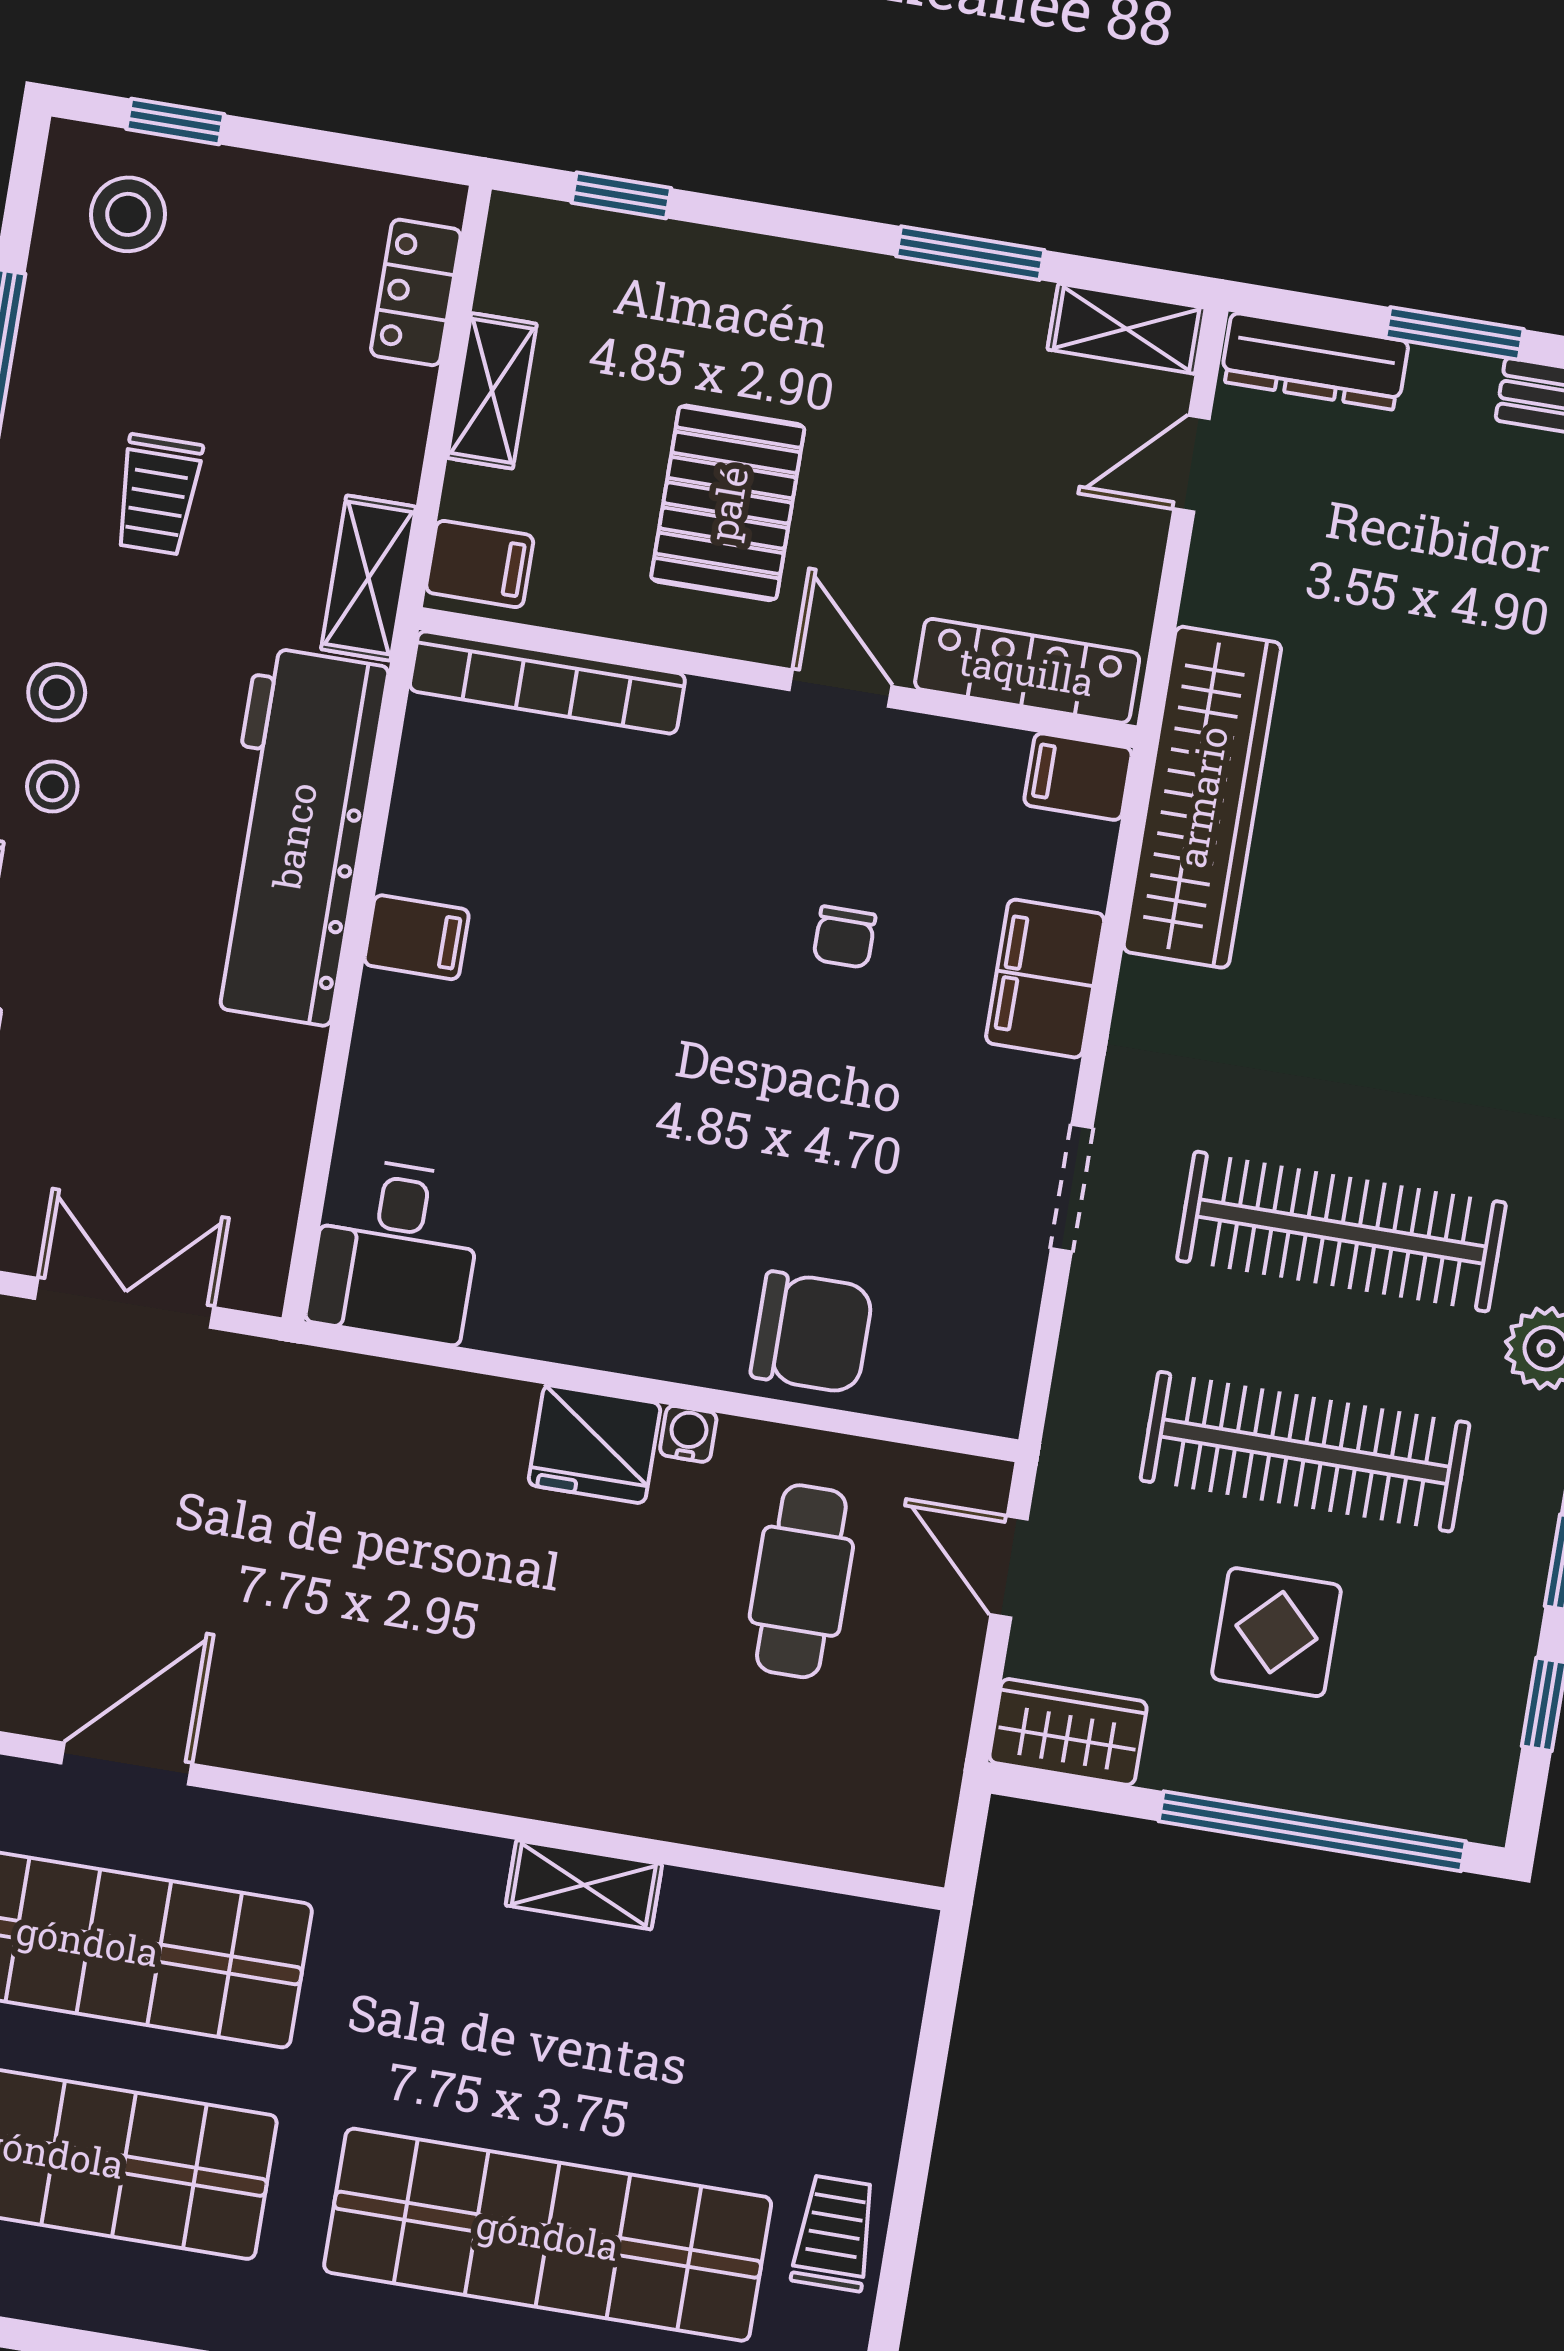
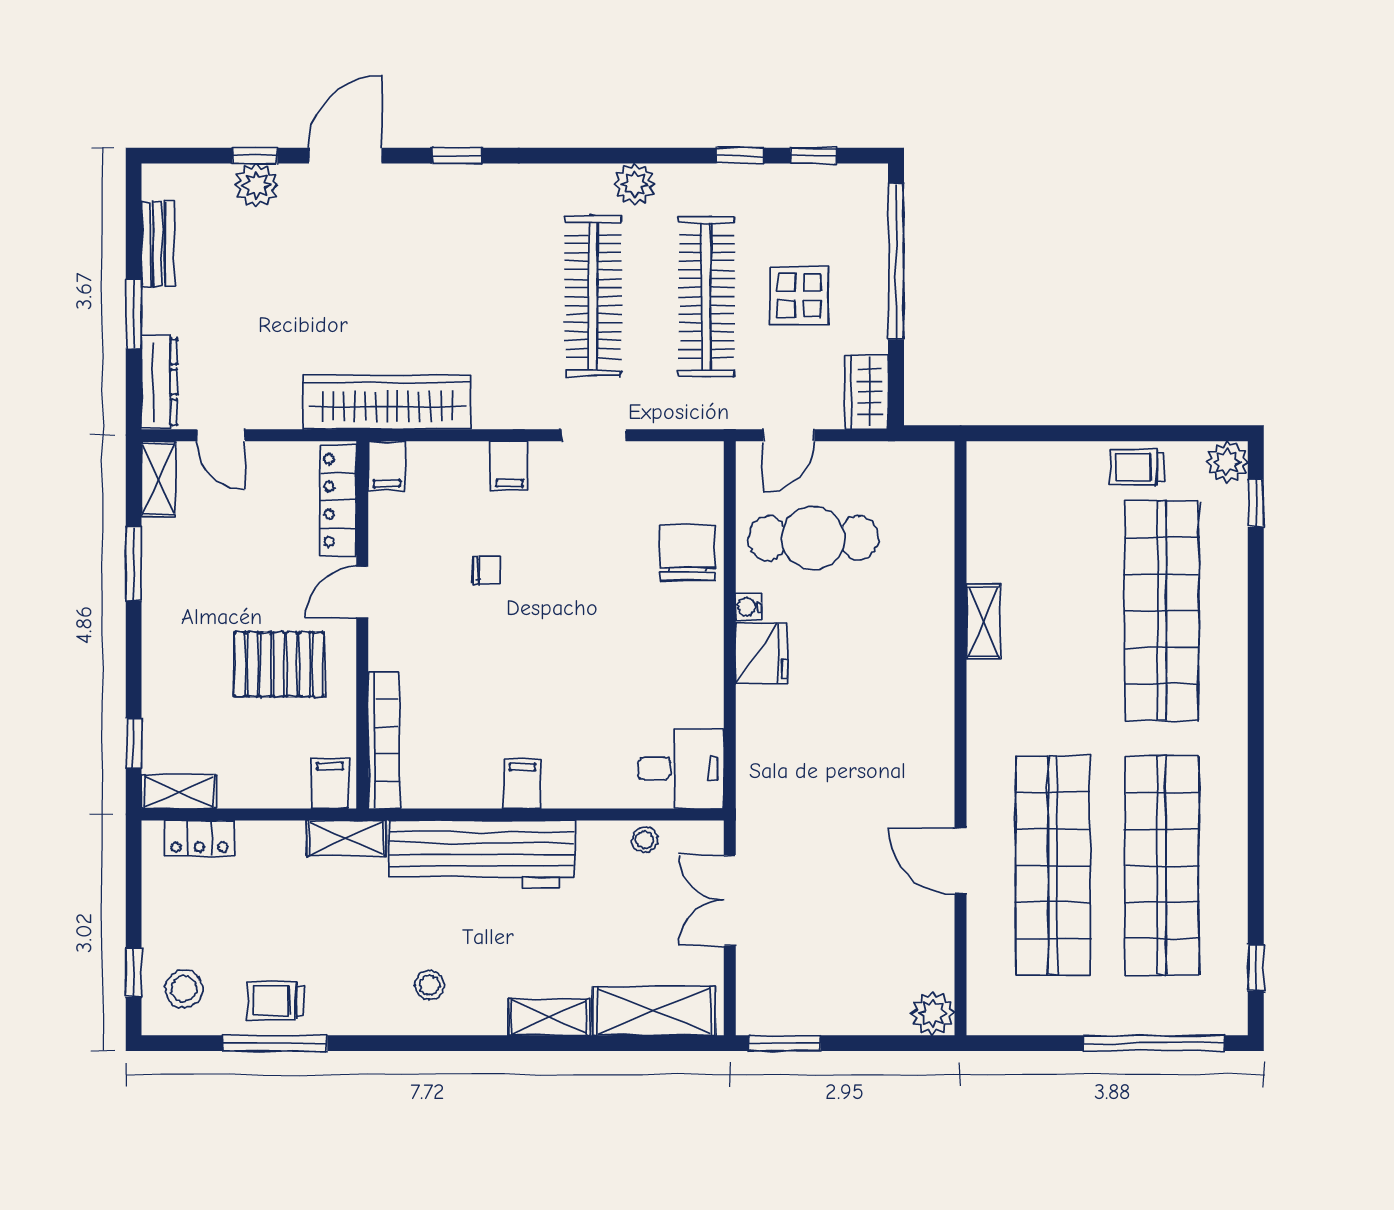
shelving: (492, 391) -> (179, 792), moved
trolley: (158, 495) -> (275, 1001), moved, turned 180
stool: (52, 787) -> (645, 840), moved
filing cabinet: (1045, 979) -> (509, 466), width x0.50
cafe table: (801, 1581) -> (813, 538), width x1.37, depth x1.35

